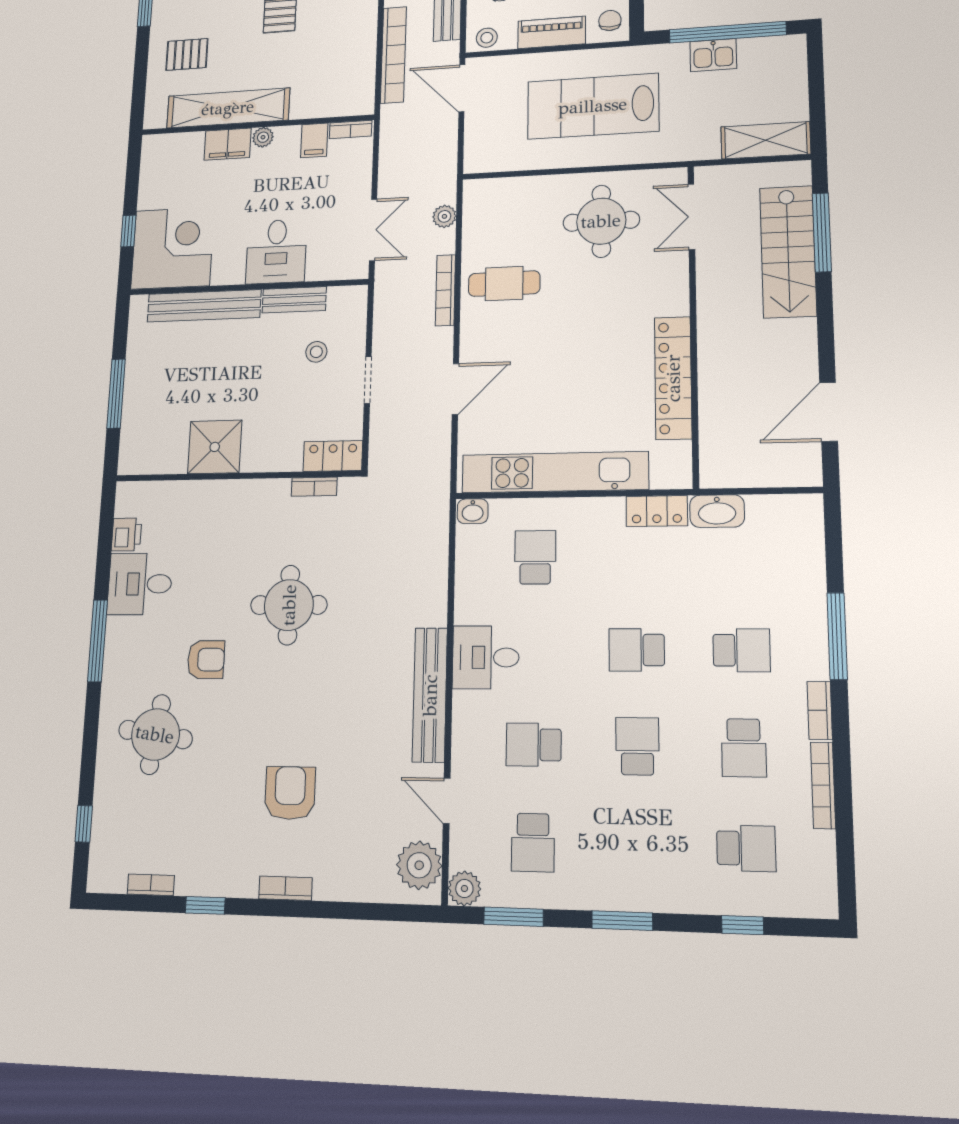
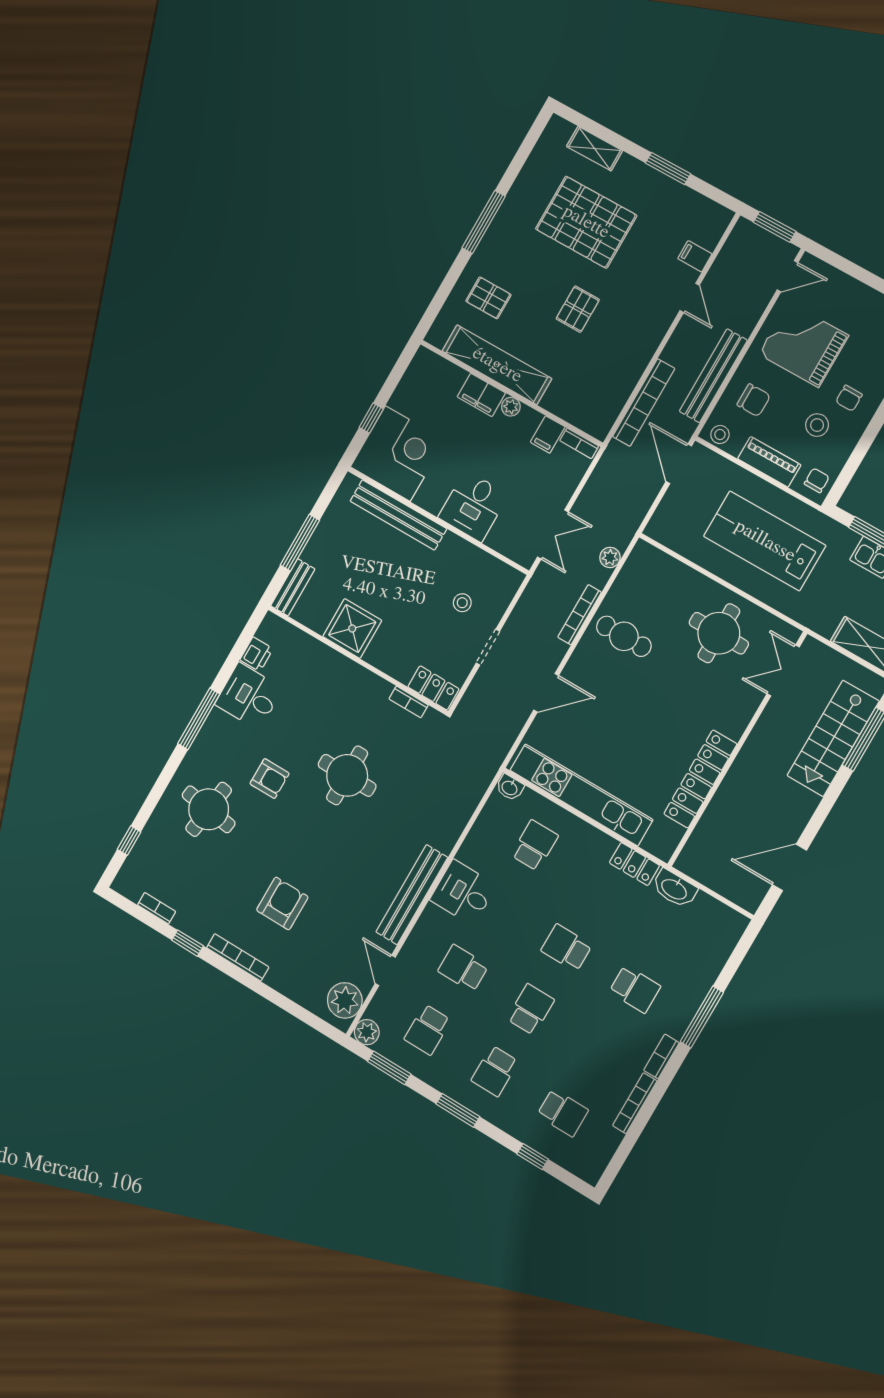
bench: (294, 300) -> (293, 587), moved, turned 90
school desk: (744, 748) -> (495, 1071), moved
bookcase: (285, 888) -> (238, 957), width x1.56

